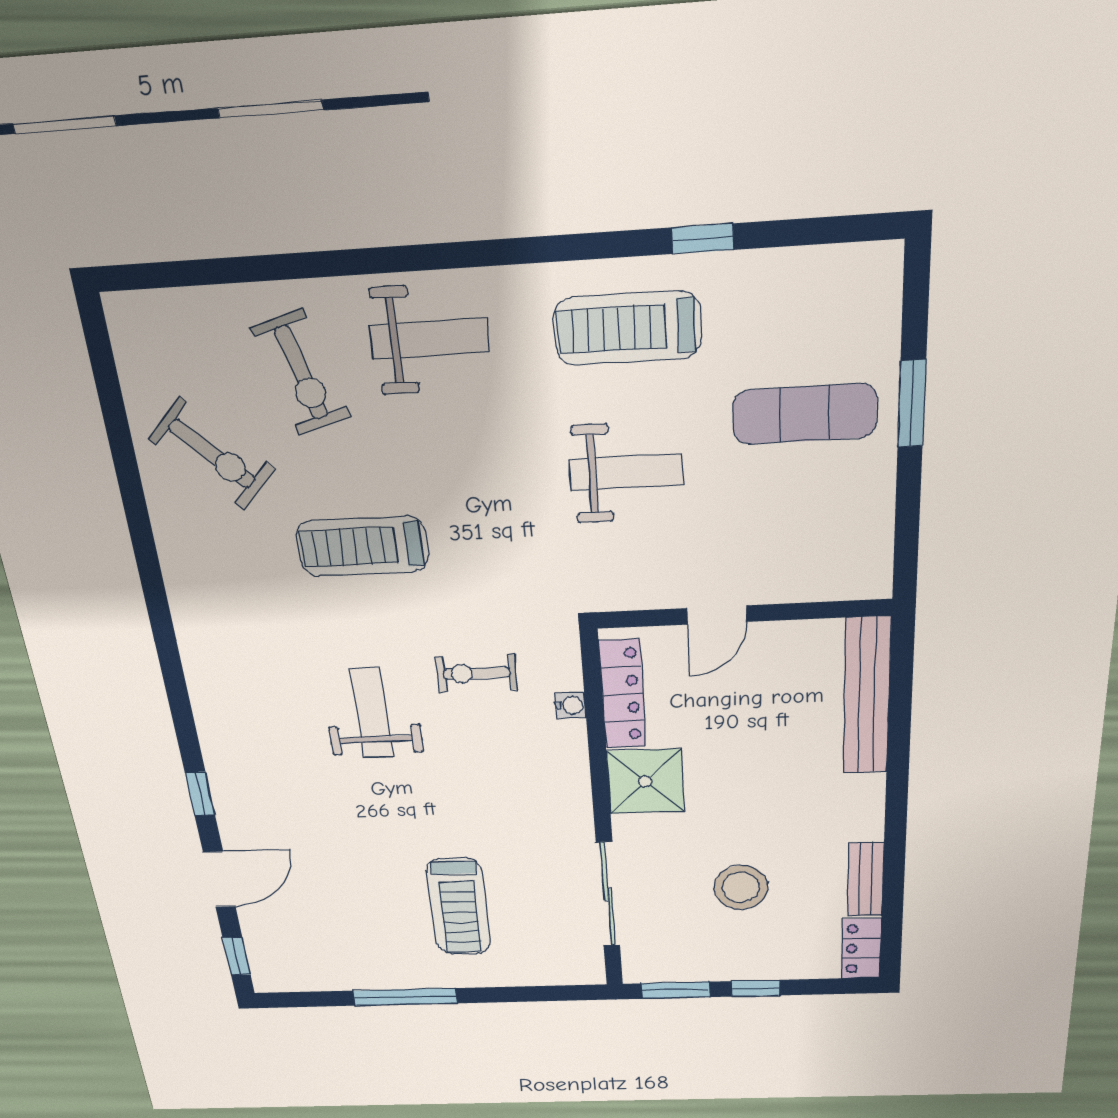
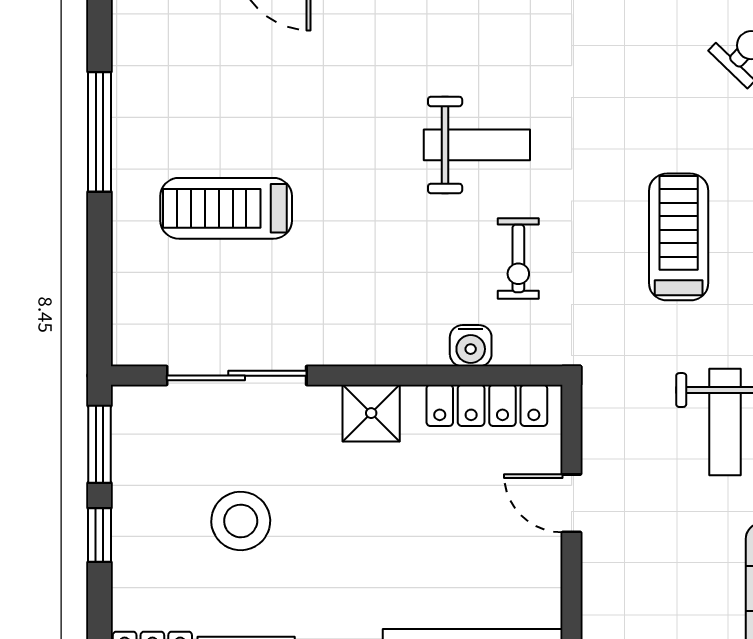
treadmill: (362, 546) -> (679, 237), moved
exercise bike: (476, 673) -> (518, 258), turned 180
water cooler: (571, 705) -> (471, 346), width x1.38, depth x1.38
shower: (645, 781) -> (371, 413), width x0.73, depth x0.73

